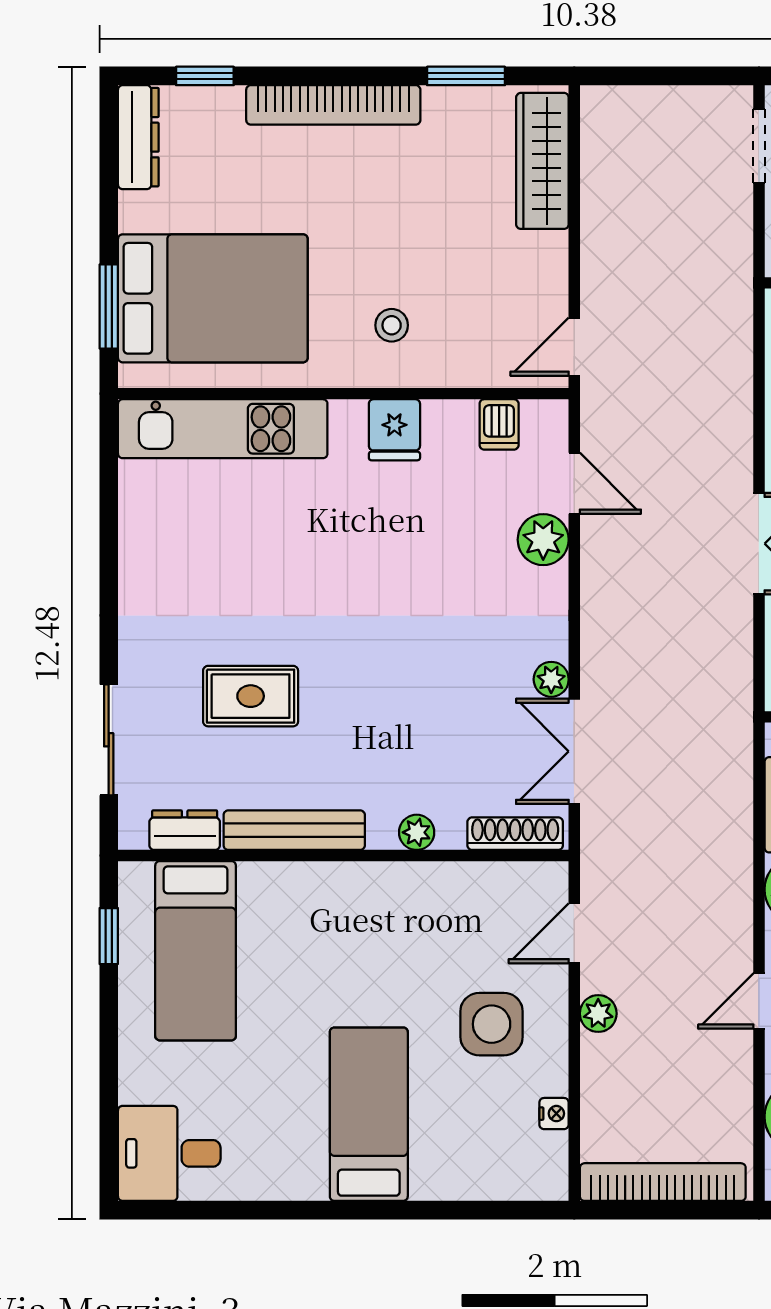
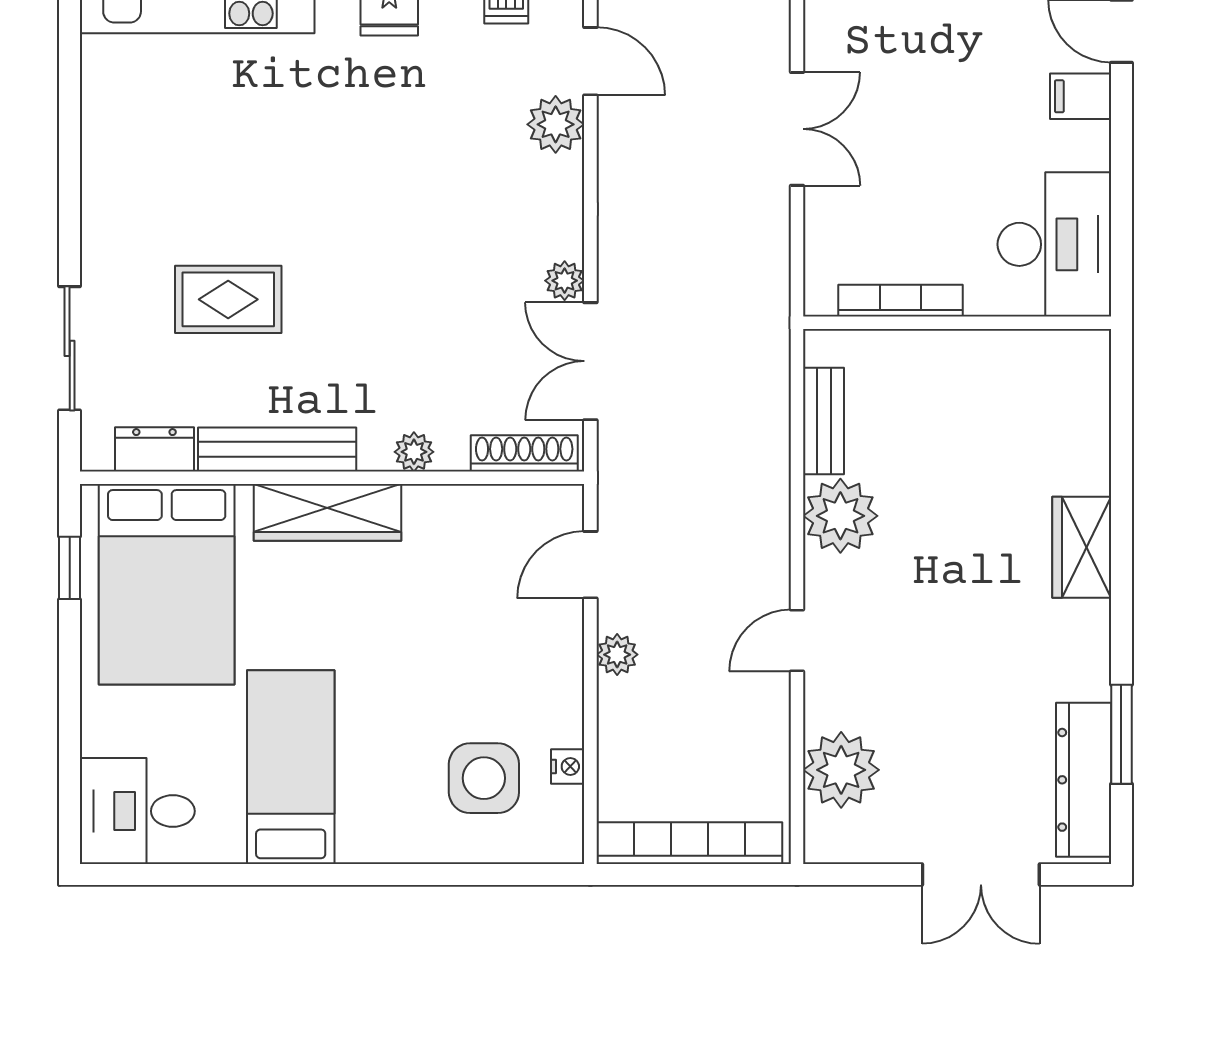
wardrobe: (339, 886) -> (328, 512), added
bed: (196, 951) -> (167, 584), width x1.50
side table: (492, 1024) -> (484, 778), moved
bed: (369, 1114) -> (291, 767), moved

